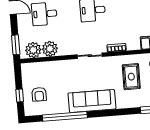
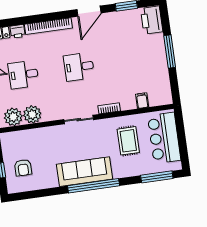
window: (65, 116) -> (94, 186), moved

